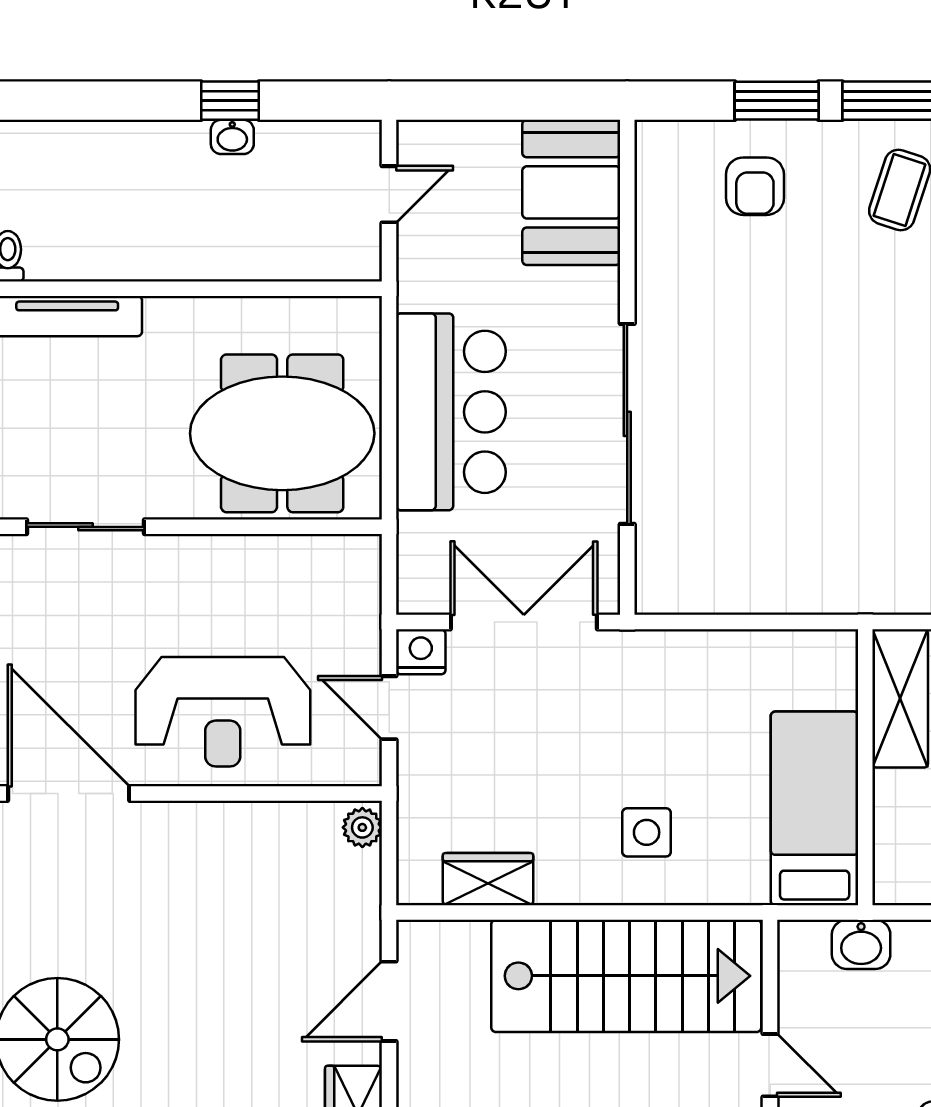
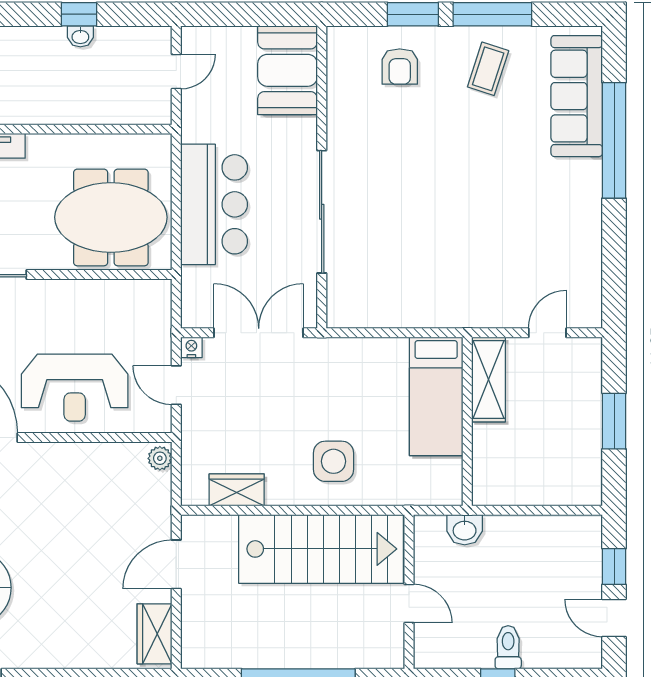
nightstand: (421, 652) -> (191, 347), width x0.72, depth x0.74
bed: (815, 808) -> (436, 396), moved, turned 180
side table: (647, 832) -> (334, 461), width x1.37, depth x1.37

